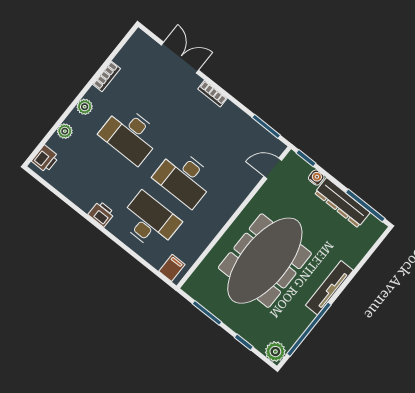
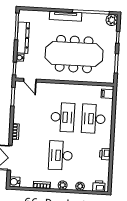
water cooler: (140, 40) -> (15, 182), added
desk: (130, 135) -> (61, 155), turned 180
printer: (101, 214) -> (105, 154), moved

